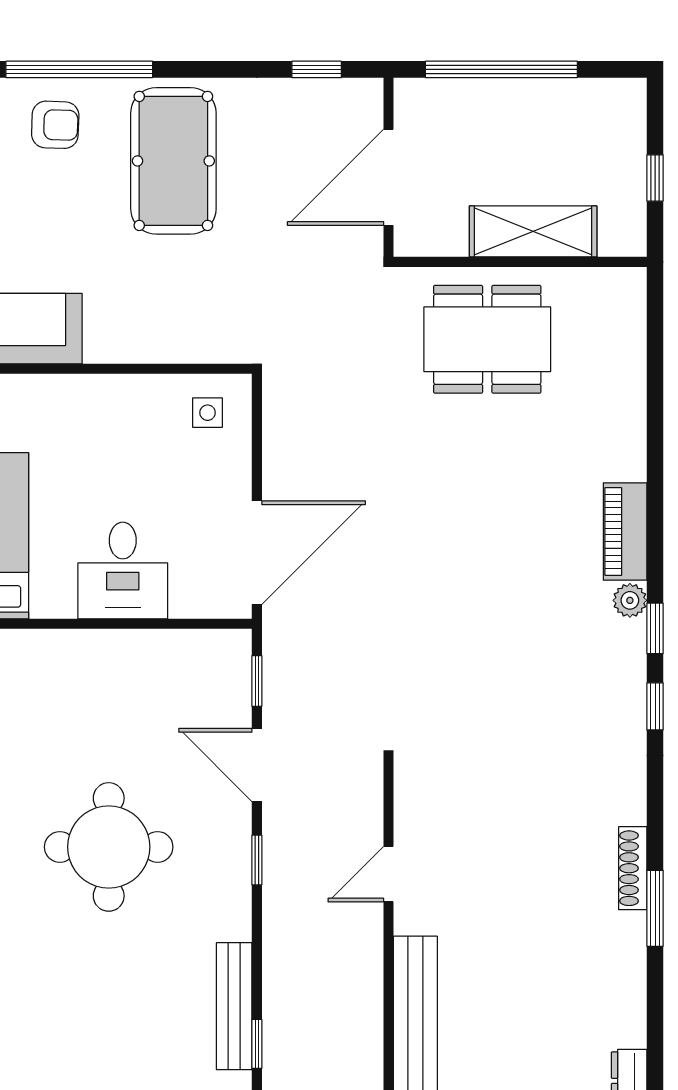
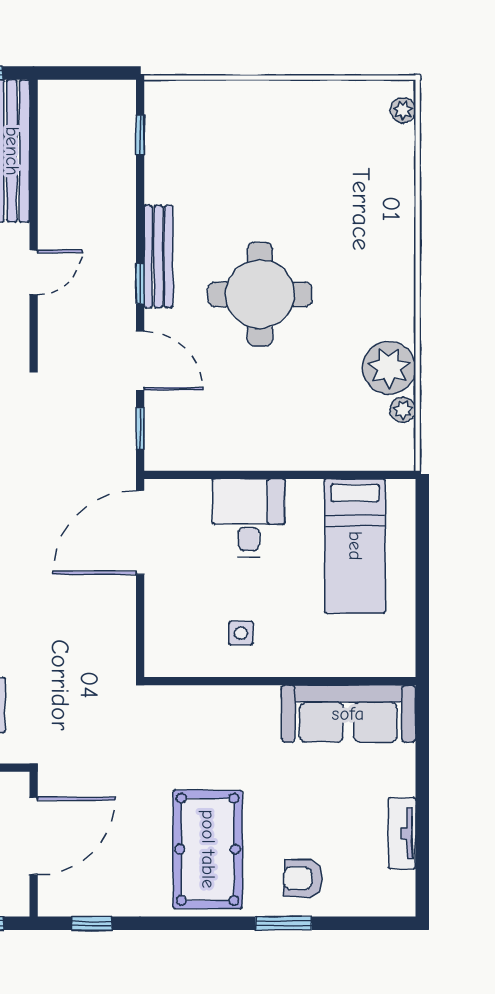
window: (79, 69) -> (284, 923), width x0.47
side table: (208, 413) -> (241, 633), moved
bench: (234, 1006) -> (158, 257), moved

